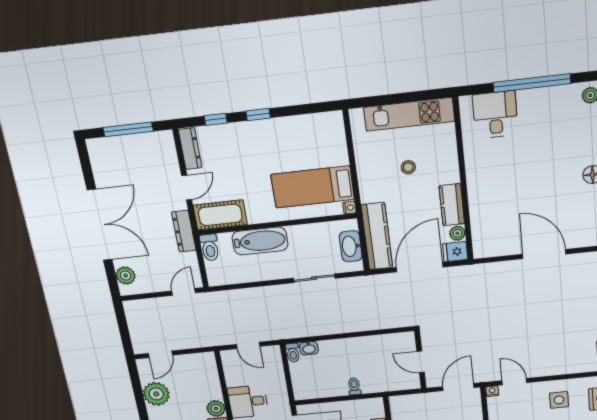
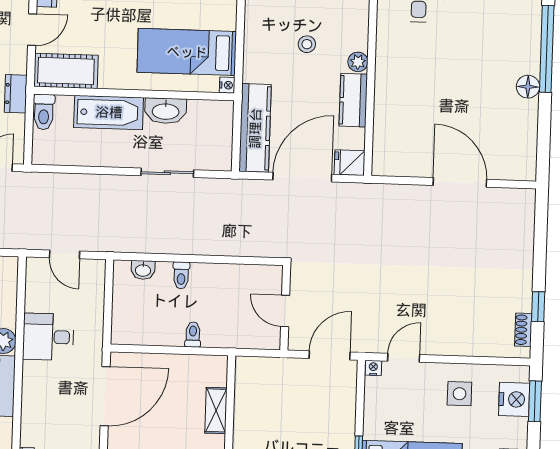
dresser: (184, 231) -> (16, 94), width x0.70
plant: (457, 233) -> (358, 62), moved
washbasin: (351, 246) -> (166, 111), moved, turned -90
toilet: (293, 353) -> (181, 275), moved
door: (514, 382) -> (404, 358), hinge flipped

